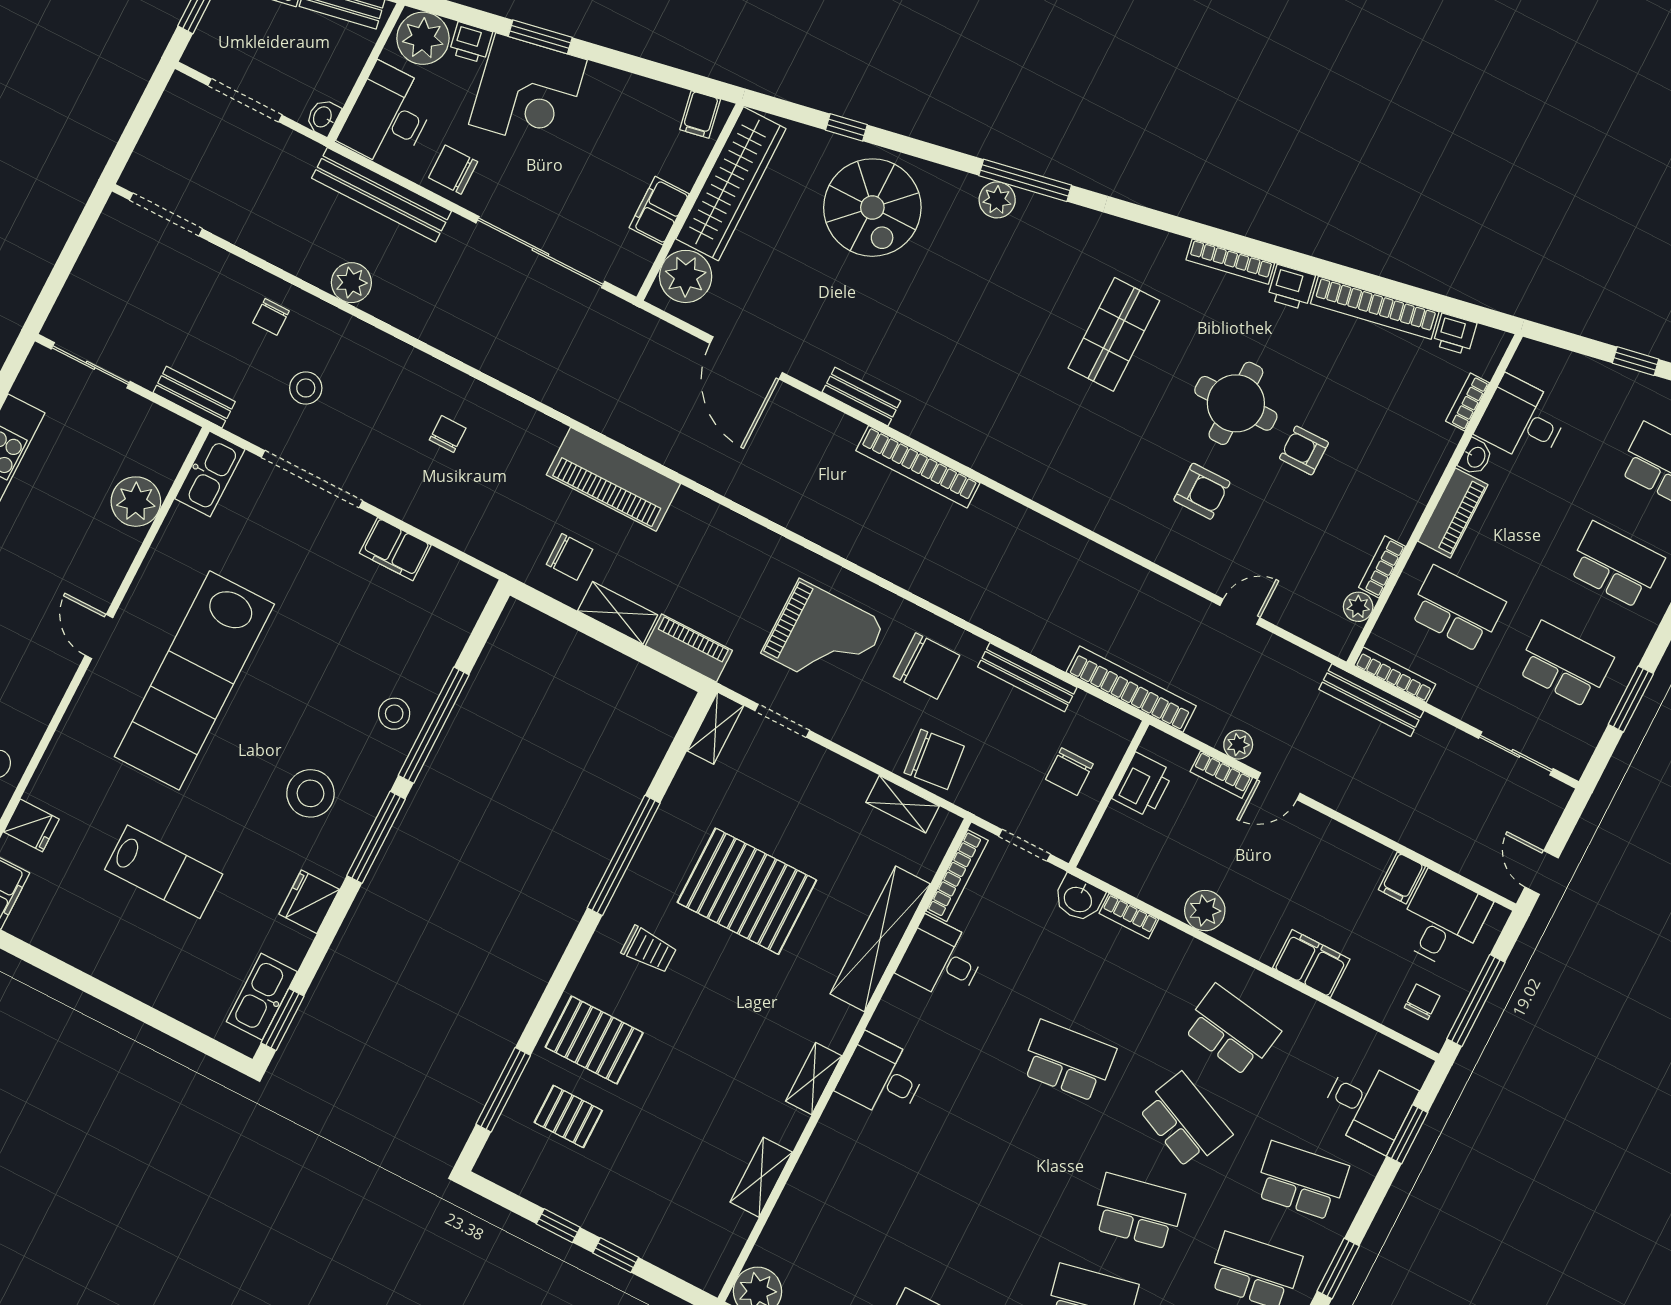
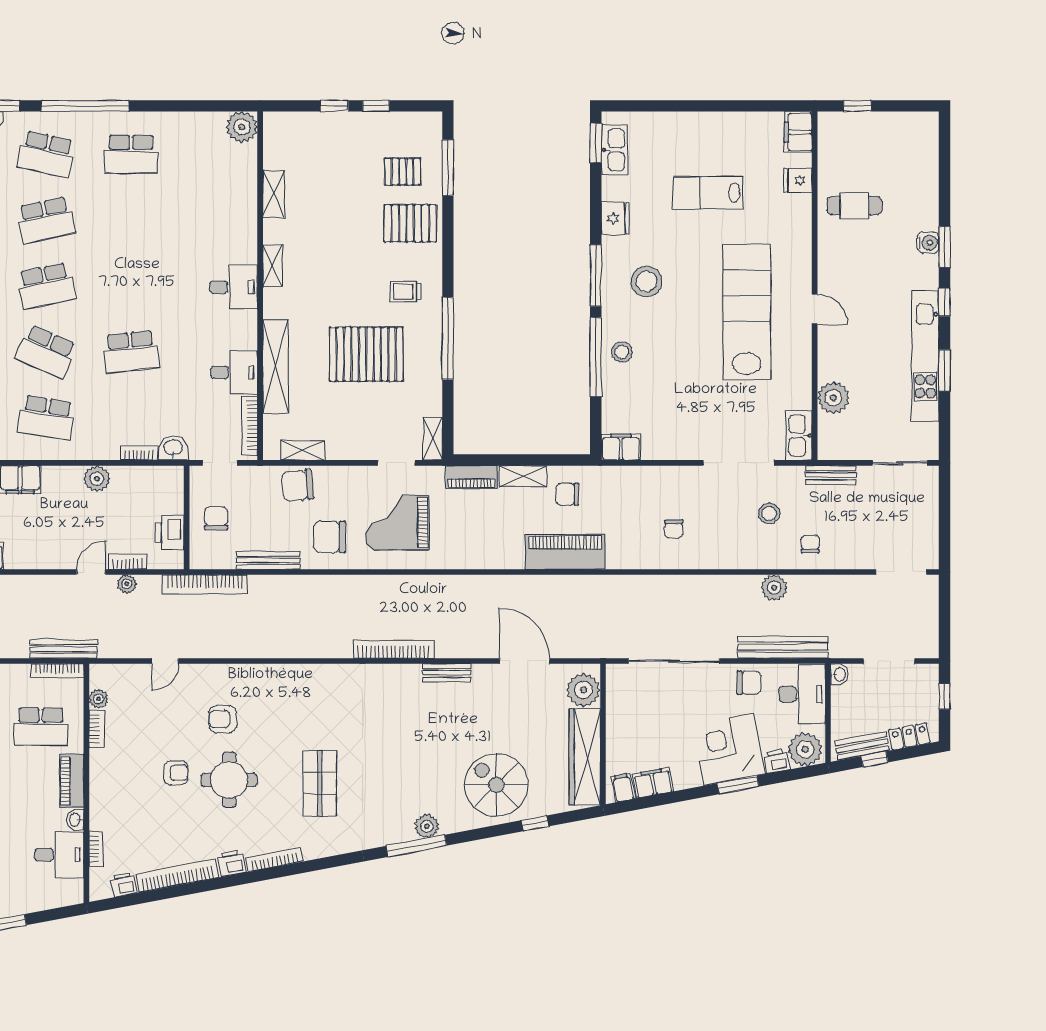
filing cabinet: (659, 211) -> (653, 783), moved, turned -101
filing cabinet: (395, 549) -> (621, 447), moved

